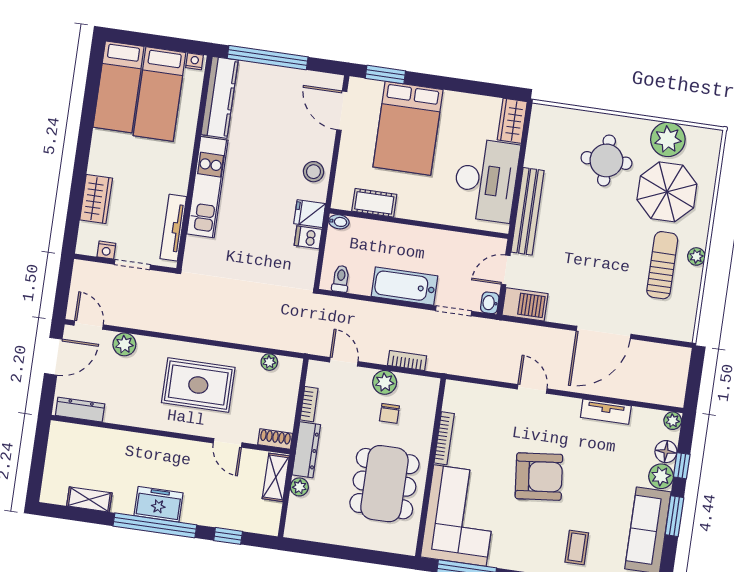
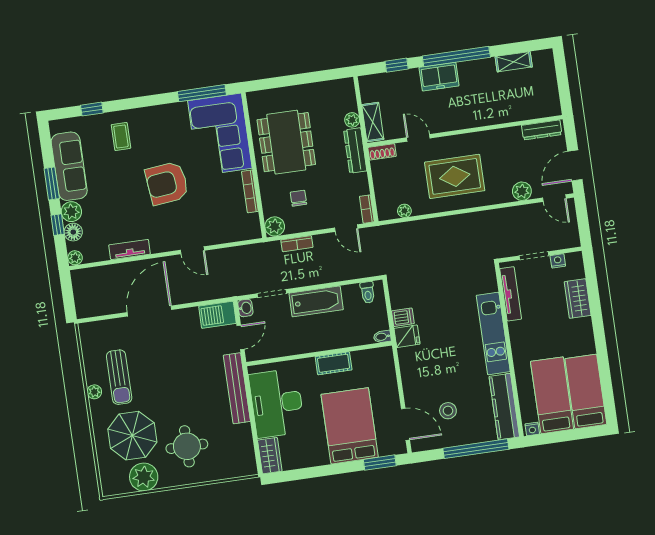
stool: (314, 172) -> (448, 411), moved
cot: (374, 203) -> (334, 363), moved
plant: (385, 382) -> (275, 226), moved
bookcase: (309, 404) -> (367, 209), moved
freezer: (159, 504) -> (439, 77), moved

